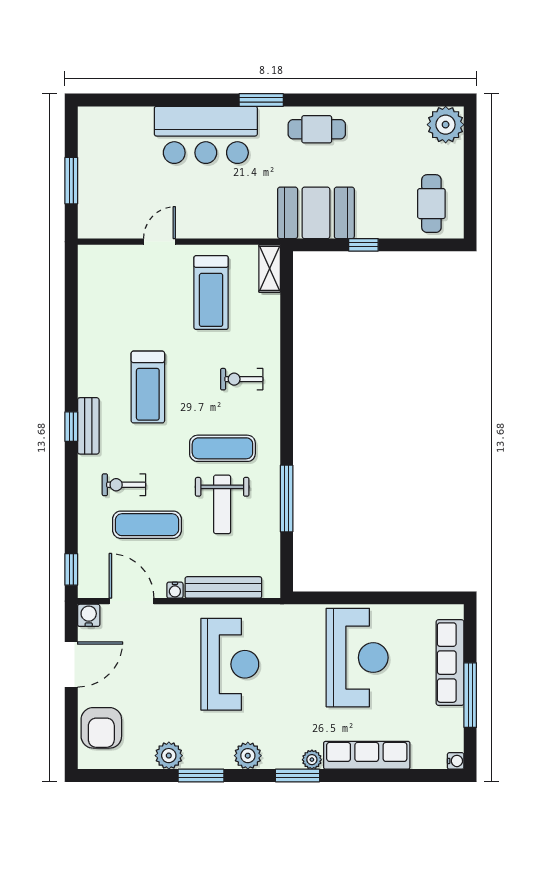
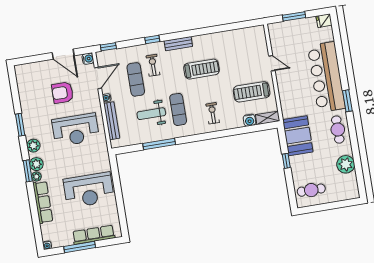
fridge: (90, 121) -> (324, 21), added
plant: (446, 125) -> (346, 164), moved
bar counter: (206, 135) -> (326, 77), width x1.36
water cooler: (268, 306) -> (249, 120), added
treadmill: (148, 387) -> (201, 69), turned 180
window: (71, 427) -> (152, 40), moved
armchair: (101, 728) -> (63, 93), moved
plant: (169, 756) -> (36, 164), moved

